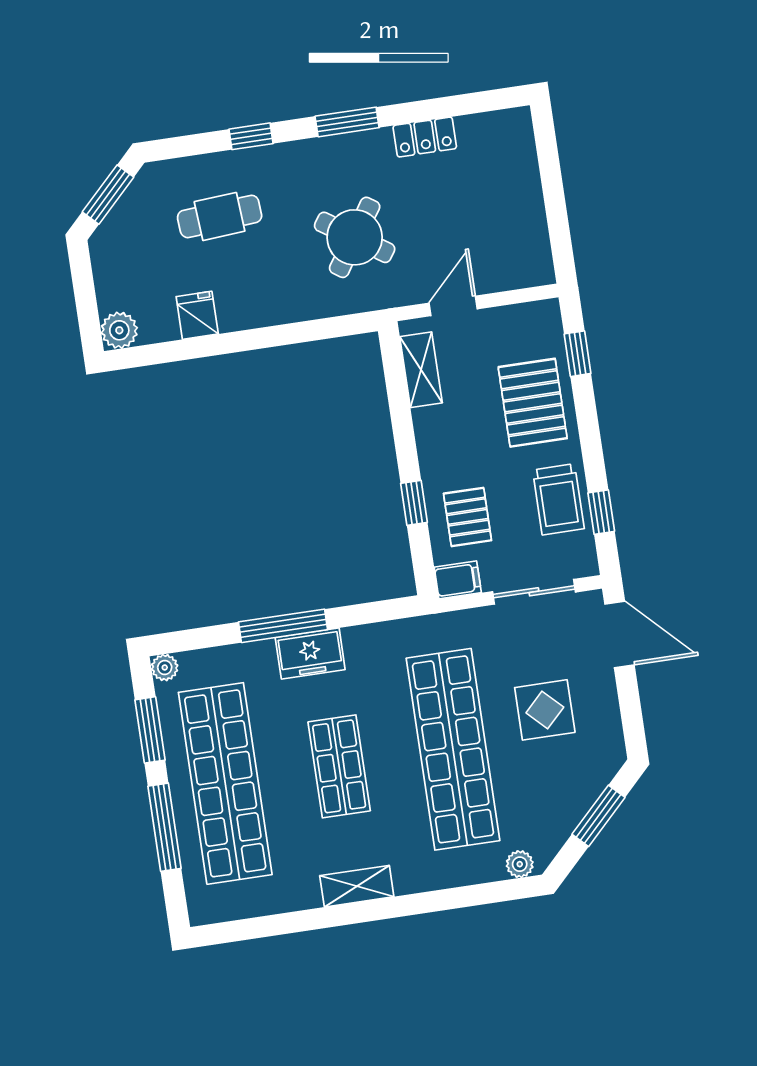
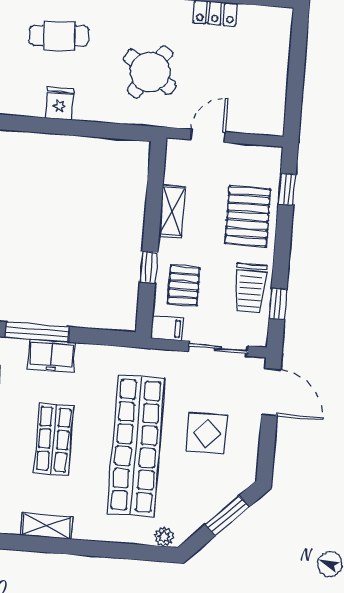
fridge: (197, 315) -> (60, 104), moved
shelving: (421, 370) -> (172, 211), moved

